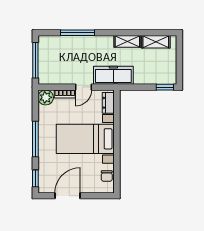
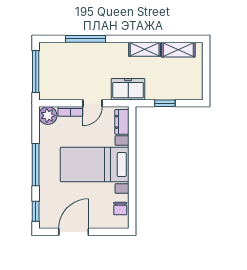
freezer: (113, 75) -> (128, 89), width x0.71
window: (165, 87) -> (165, 103), moved

